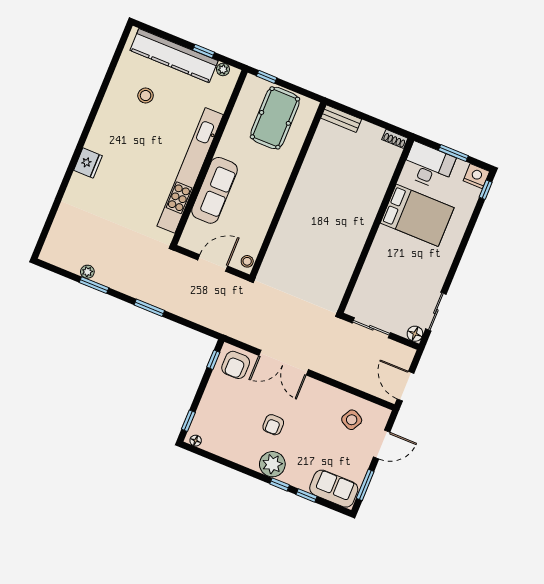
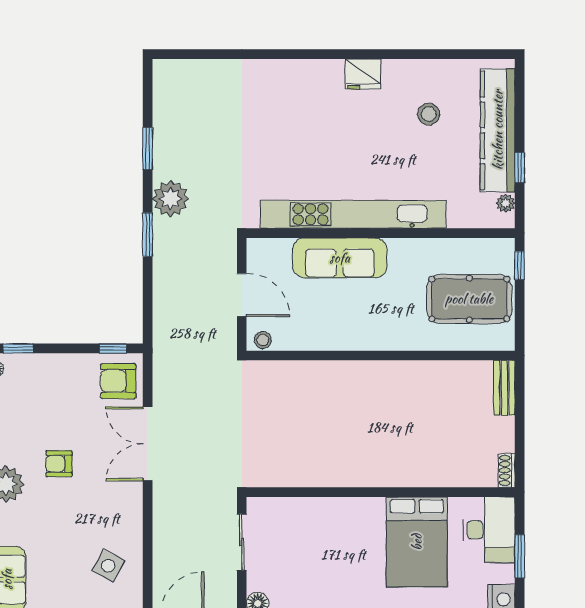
fridge: (88, 163) -> (363, 74), moved
plant: (87, 272) -> (170, 199), moved, width x1.87, depth x1.87

